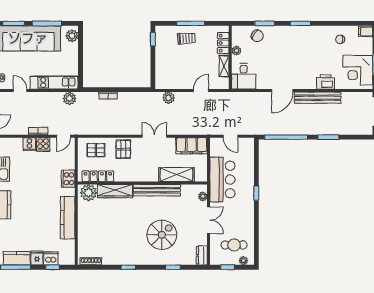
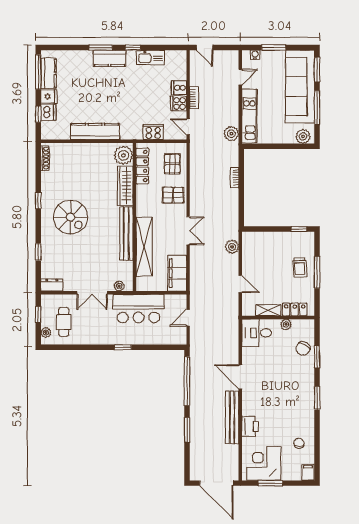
shelving: (176, 175) -> (144, 247), width x1.47
cooker: (68, 179) -> (153, 132), moved
spiral stairs: (162, 235) -> (71, 217), moved

